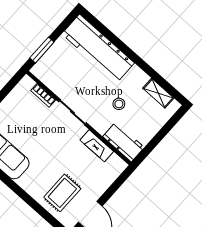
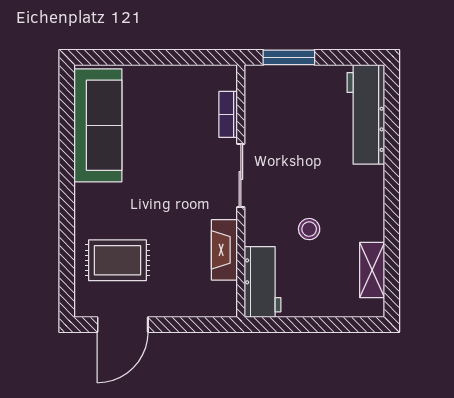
workbench: (98, 48) -> (366, 114), width x0.73, depth x0.76

